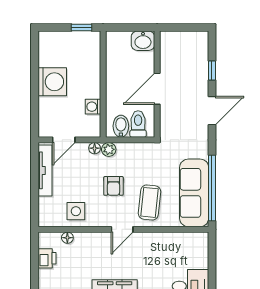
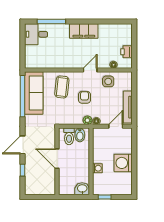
washbasin: (143, 41) -> (82, 189), moved
door: (157, 89) -> (57, 159), swing flipped
washing machine: (93, 107) -> (97, 168), moved
door: (122, 229) -> (90, 70), moved

